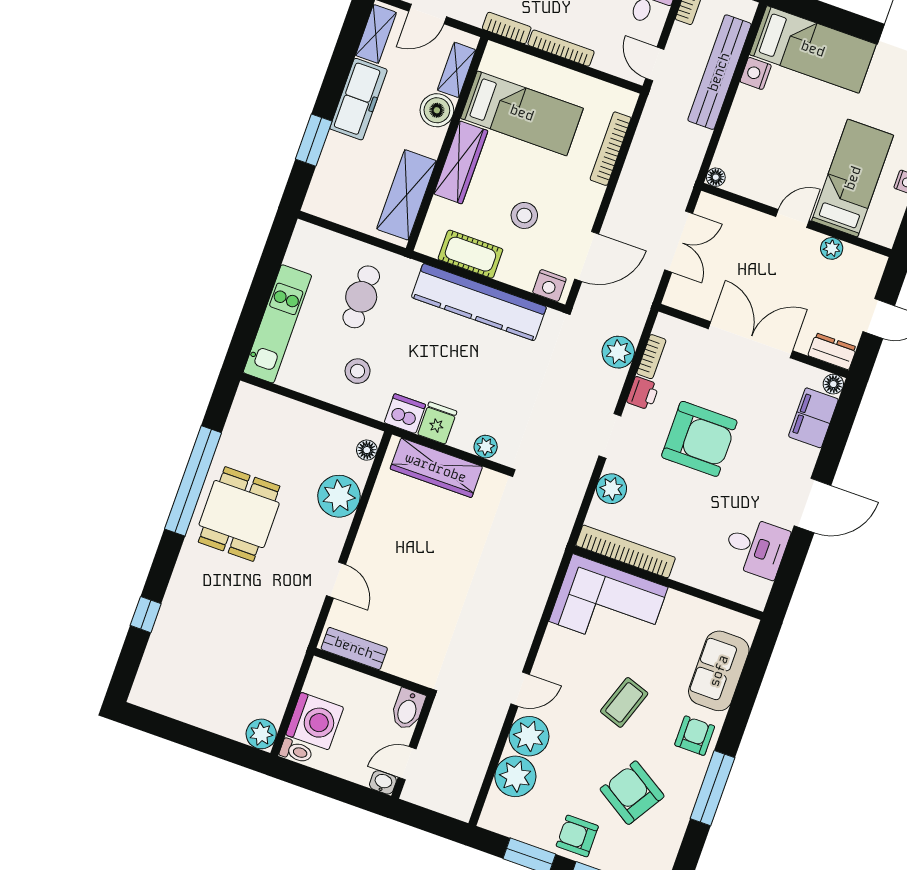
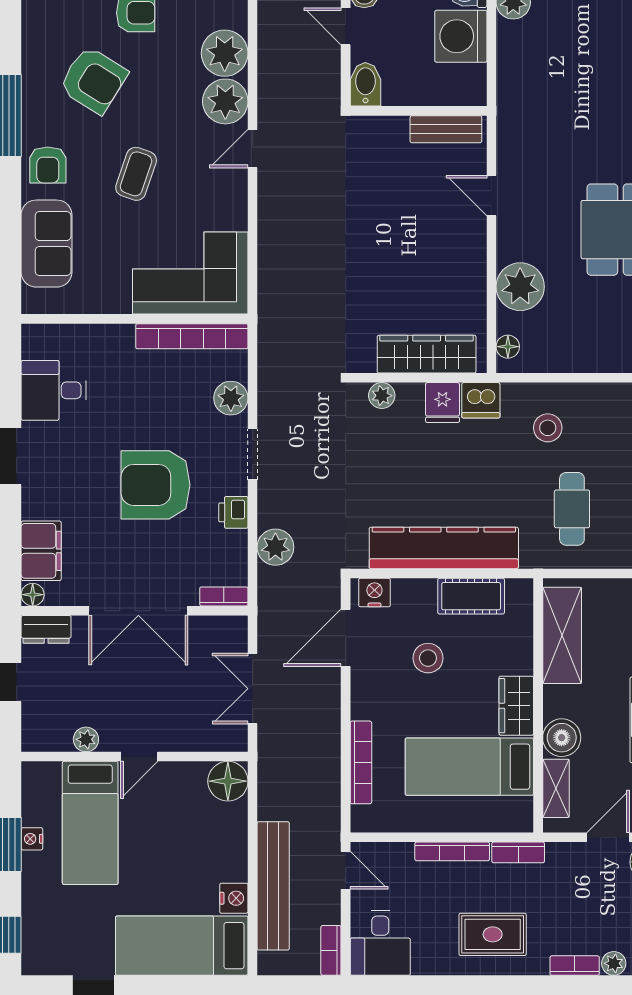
wardrobe: (461, 162) -> (516, 706), width x0.67
floor lamp: (716, 177) -> (228, 781), width x1.89, depth x1.89
bookcase: (651, 357) -> (224, 596), moved, turned 90
door: (407, 763) -> (346, 26), swing flipped

